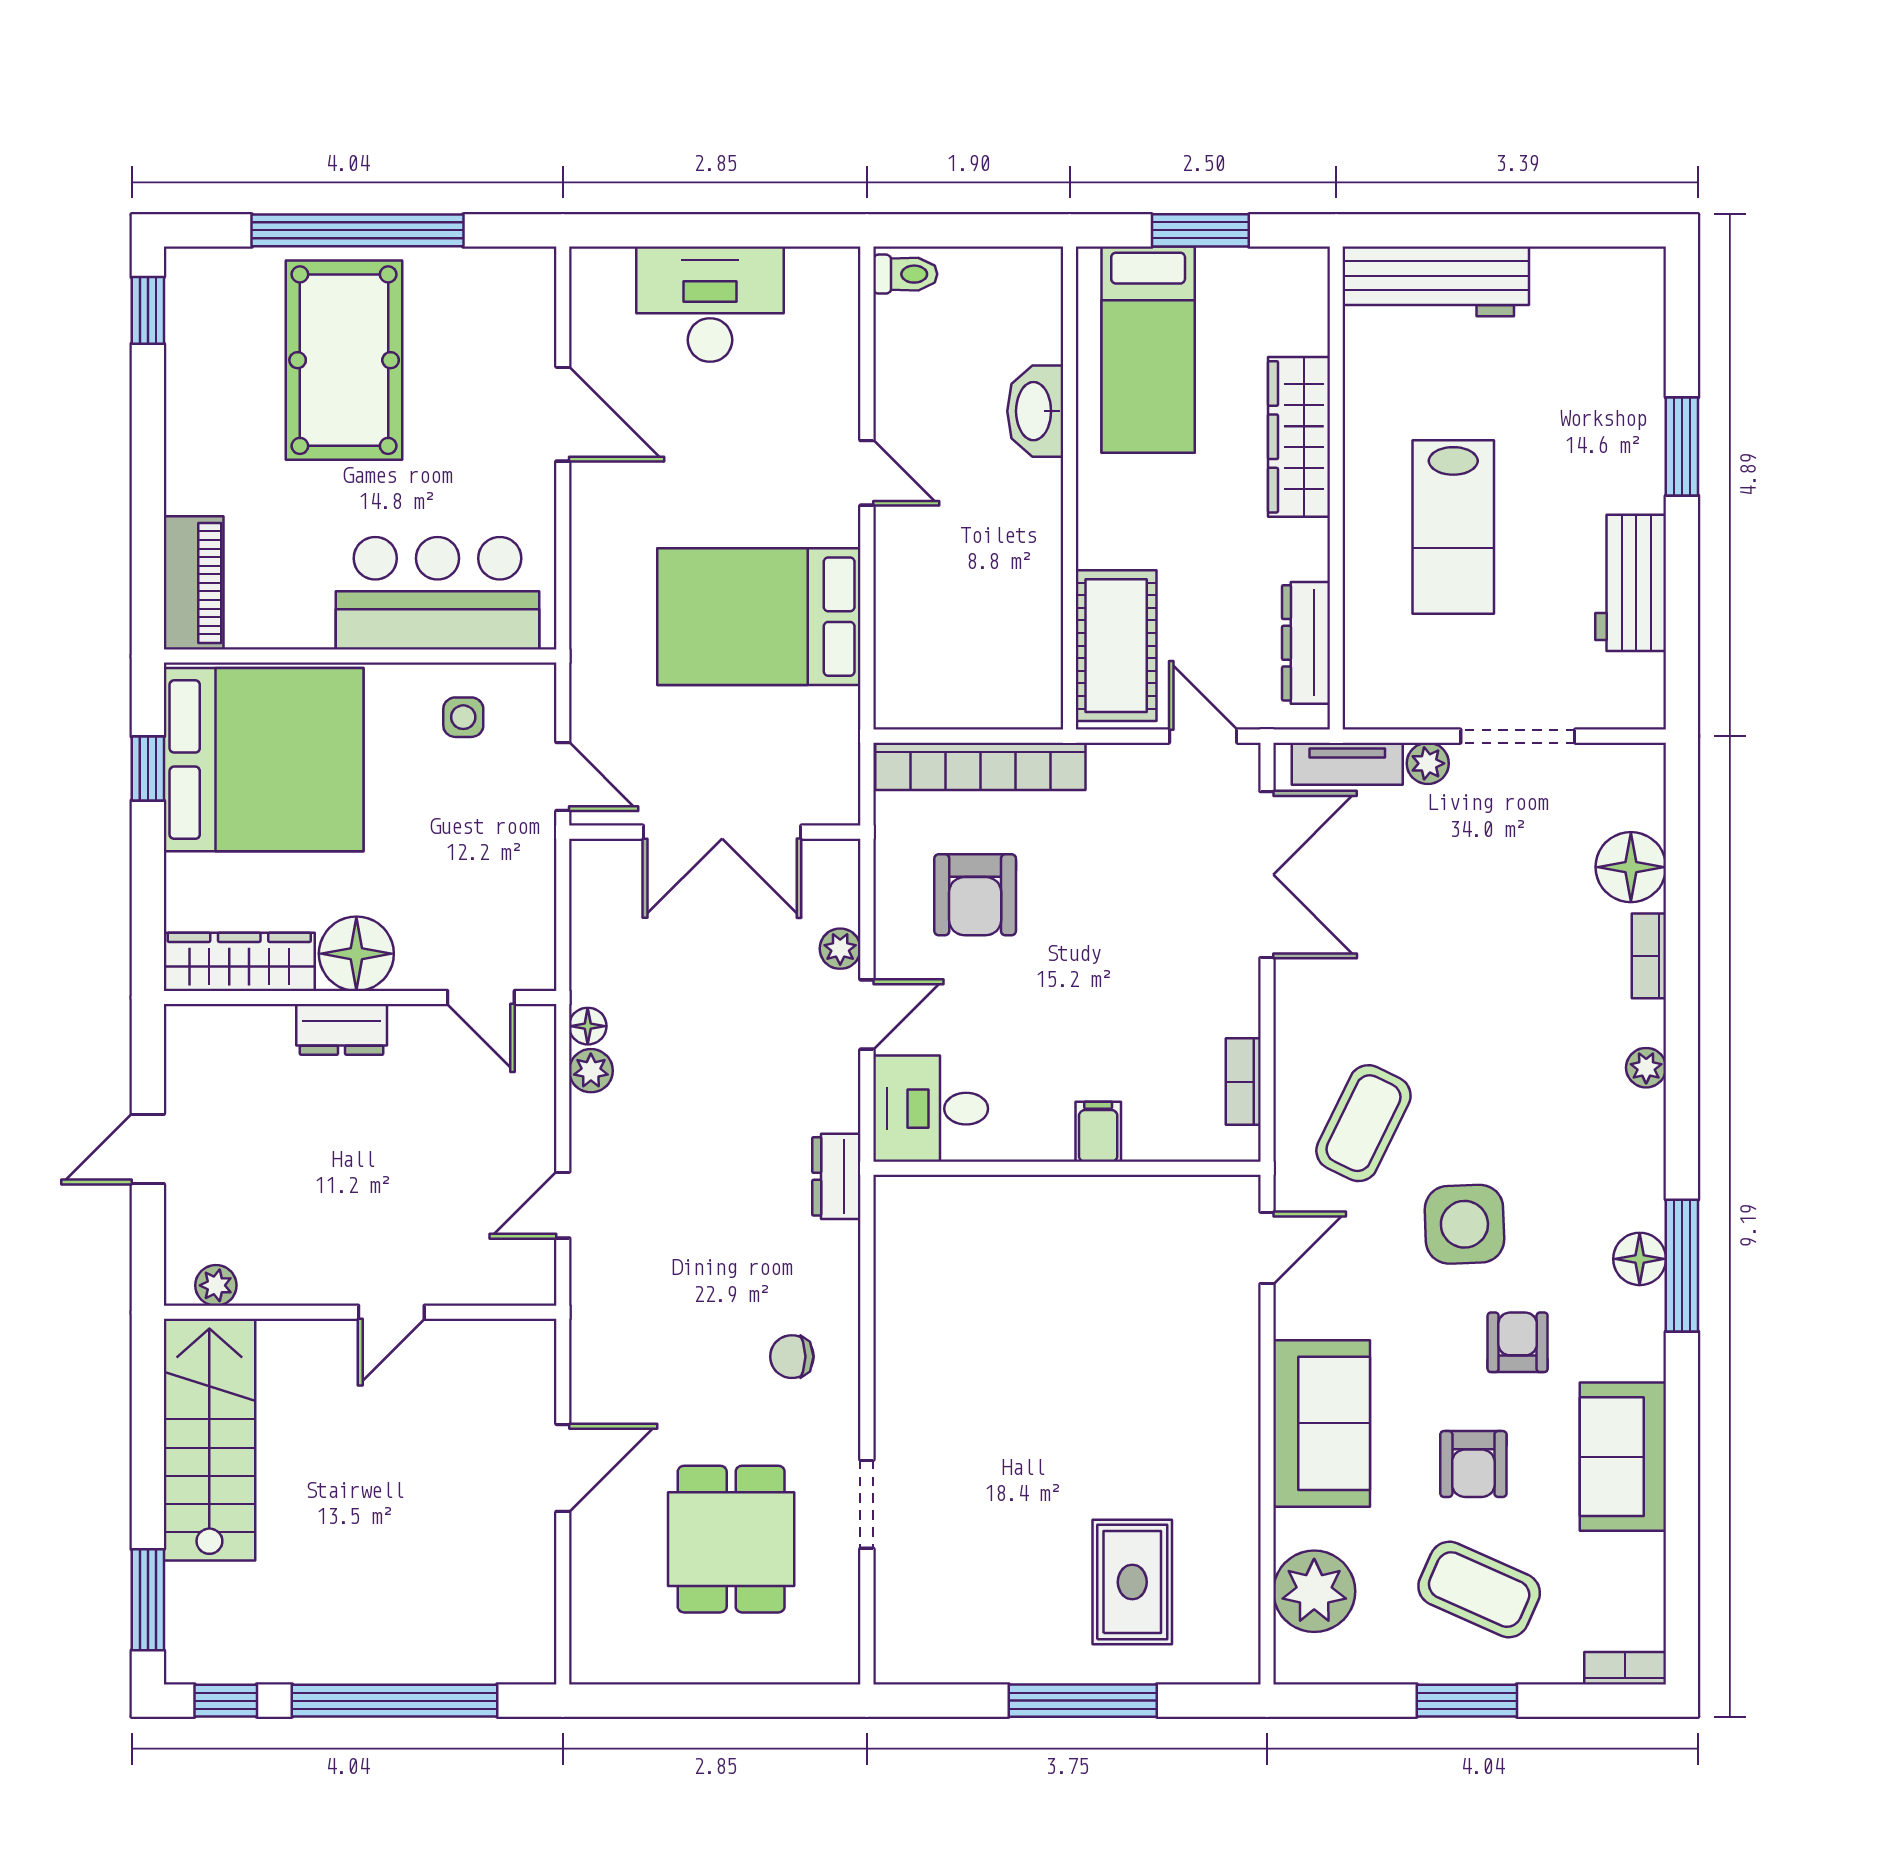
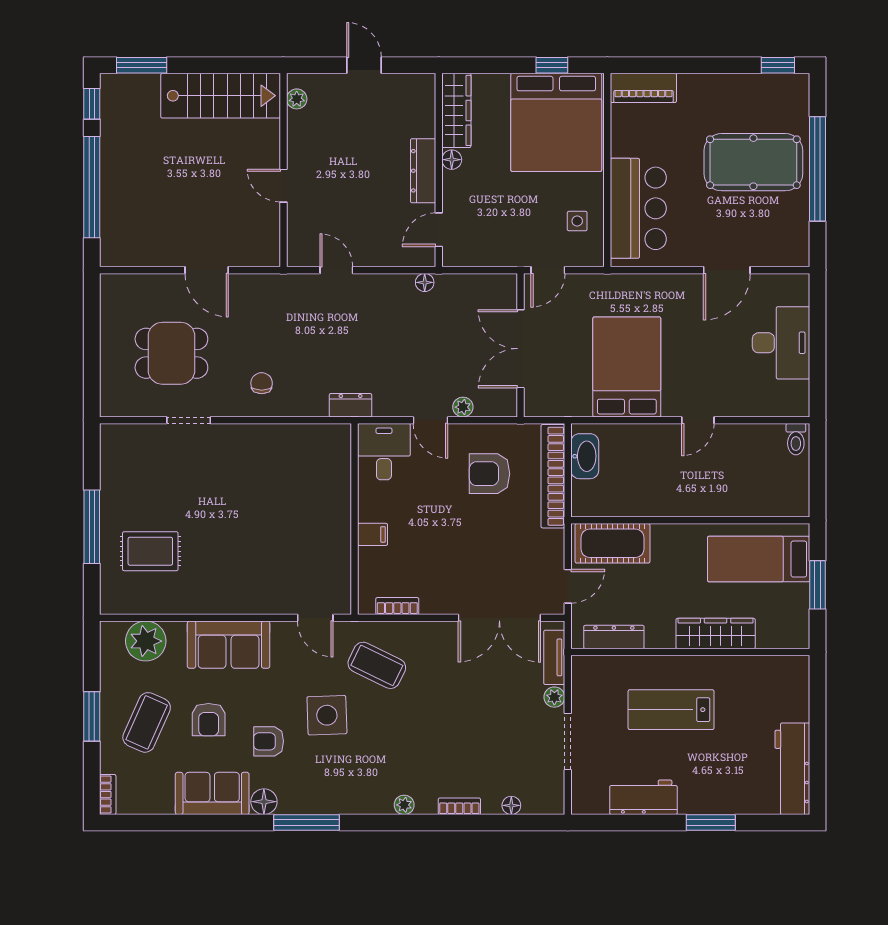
workbench: (1436, 281) -> (792, 769), moved
washbasin: (1035, 411) -> (585, 456), moved, turned 90
floor lamp: (1631, 867) -> (511, 805), width x0.53, depth x0.53
floor lamp: (356, 954) -> (452, 160), width x0.53, depth x0.53
dresser: (342, 1029) -> (423, 171), width x1.44
plant: (591, 1071) -> (403, 284), removed
floor lamp: (1640, 1259) -> (264, 802), moved
armchair: (1518, 1342) -> (269, 741), turned 180
armchair: (1473, 1464) -> (209, 720), turned -90

